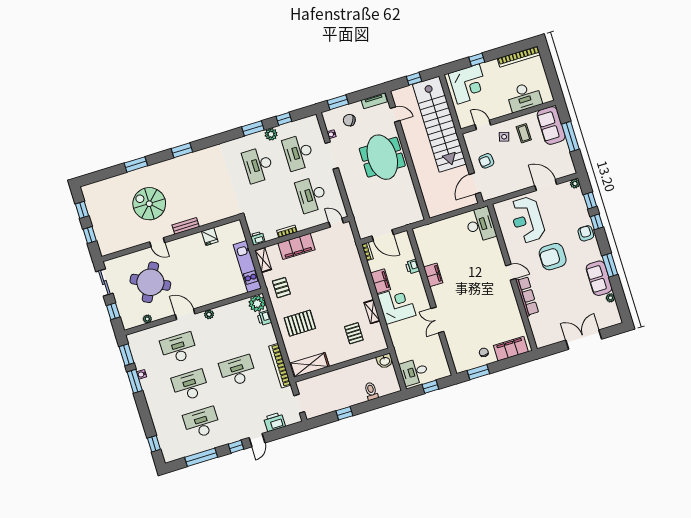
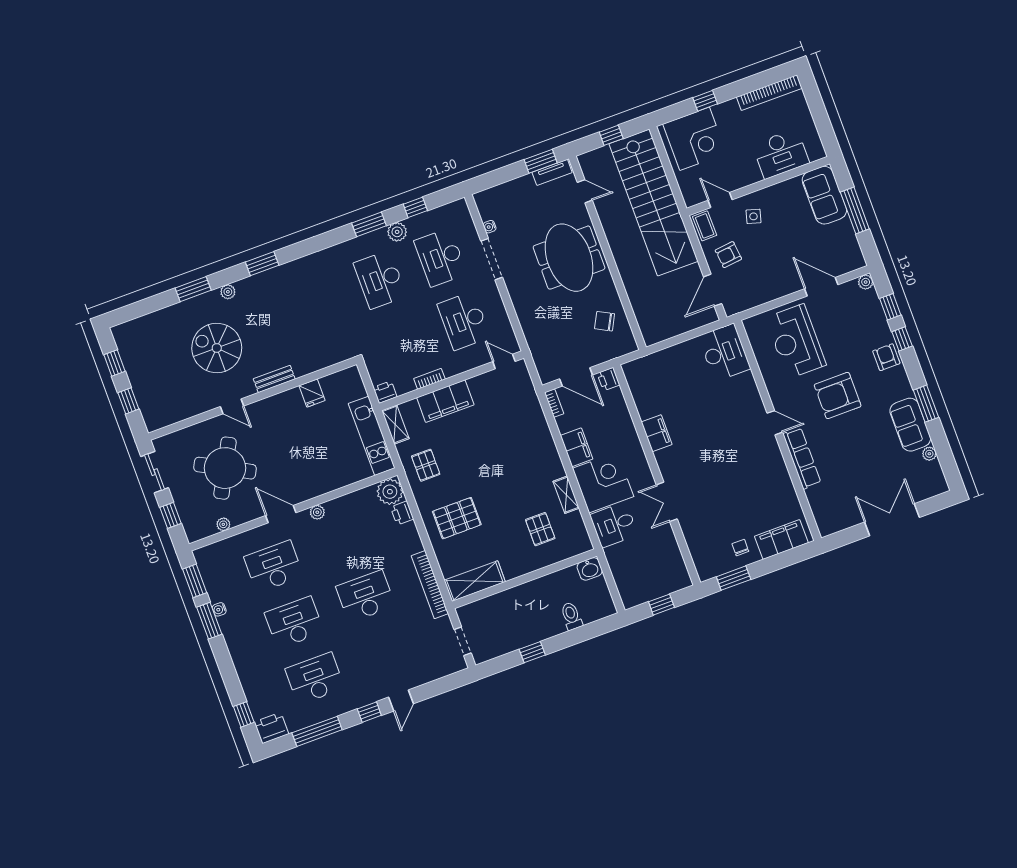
window: (338, 102) -> (541, 161), moved
chair: (349, 120) -> (605, 321), moved
coffee table: (524, 133) -> (705, 226), moved
plant: (158, 167) -> (228, 292), added
printer: (413, 267) -> (608, 379), moved
desk: (414, 372) -> (614, 525), moved
printer: (274, 422) -> (272, 728), moved

